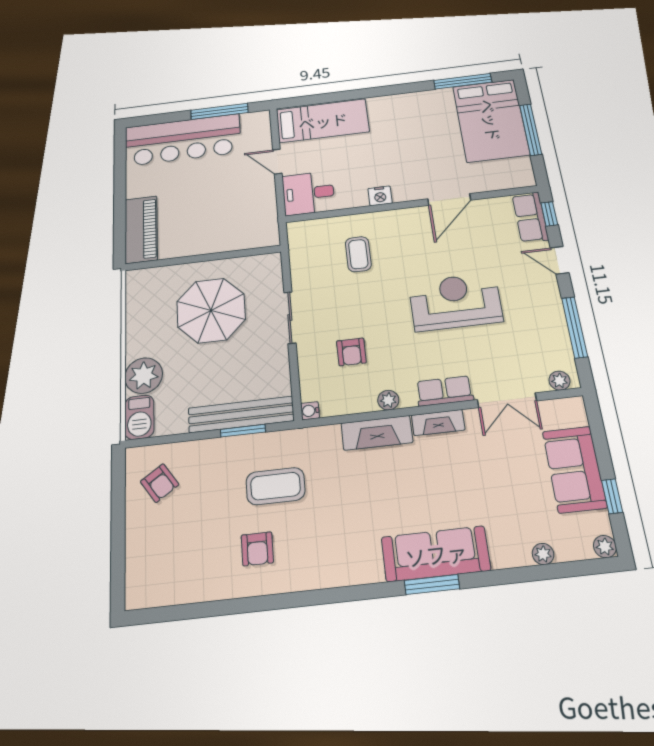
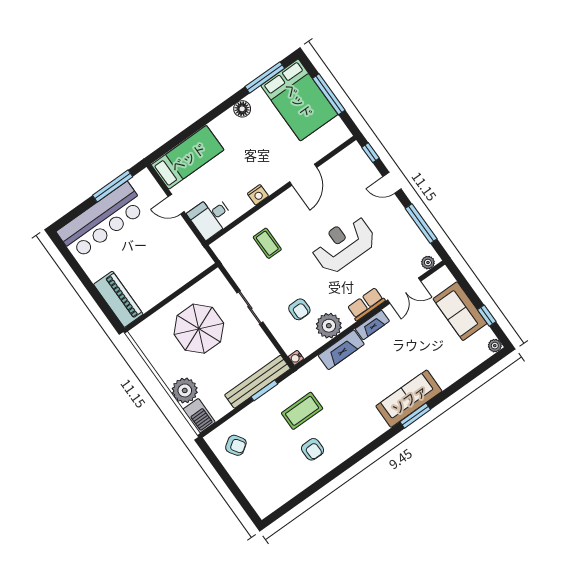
floor lamp: (417, 100) -> (242, 109), added
row of seats: (530, 217) -> (360, 161), removed
plant: (388, 400) -> (329, 326), width x1.88, depth x1.88
plant: (543, 554) -> (465, 367), removed

